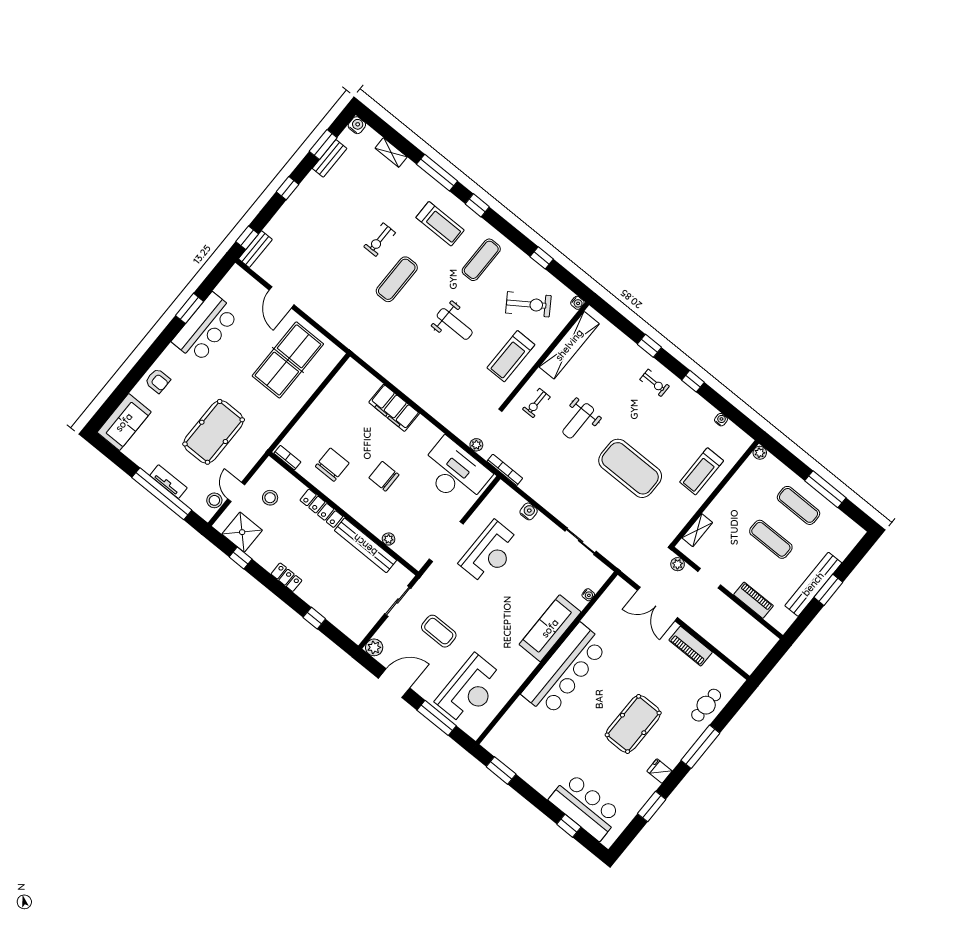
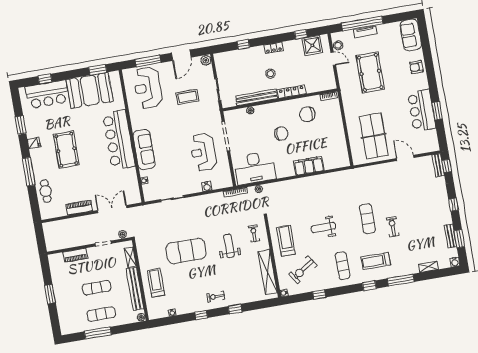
chair: (332, 465) -> (307, 114), turned 90
stool: (270, 498) -> (270, 74), moved
bench: (813, 584) -> (135, 289), moved
booth: (535, 758) -> (90, 90), added

